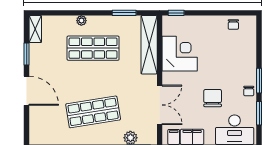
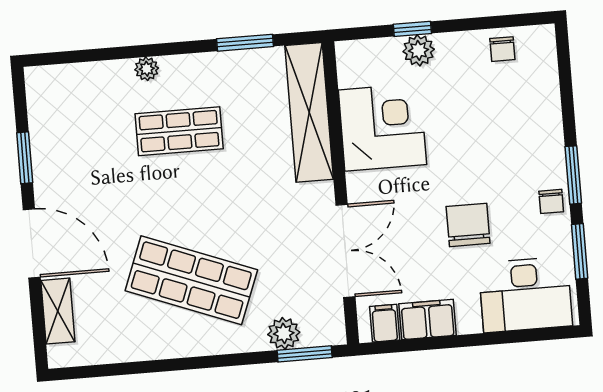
window: (176, 13) -> (412, 29), moved
plant: (198, 22) -> (419, 50), added
shelving: (35, 29) -> (58, 311), moved
shop shelf: (93, 48) -> (179, 131), width x0.70, depth x0.74
shop shelf: (93, 112) -> (191, 280), turned 30

